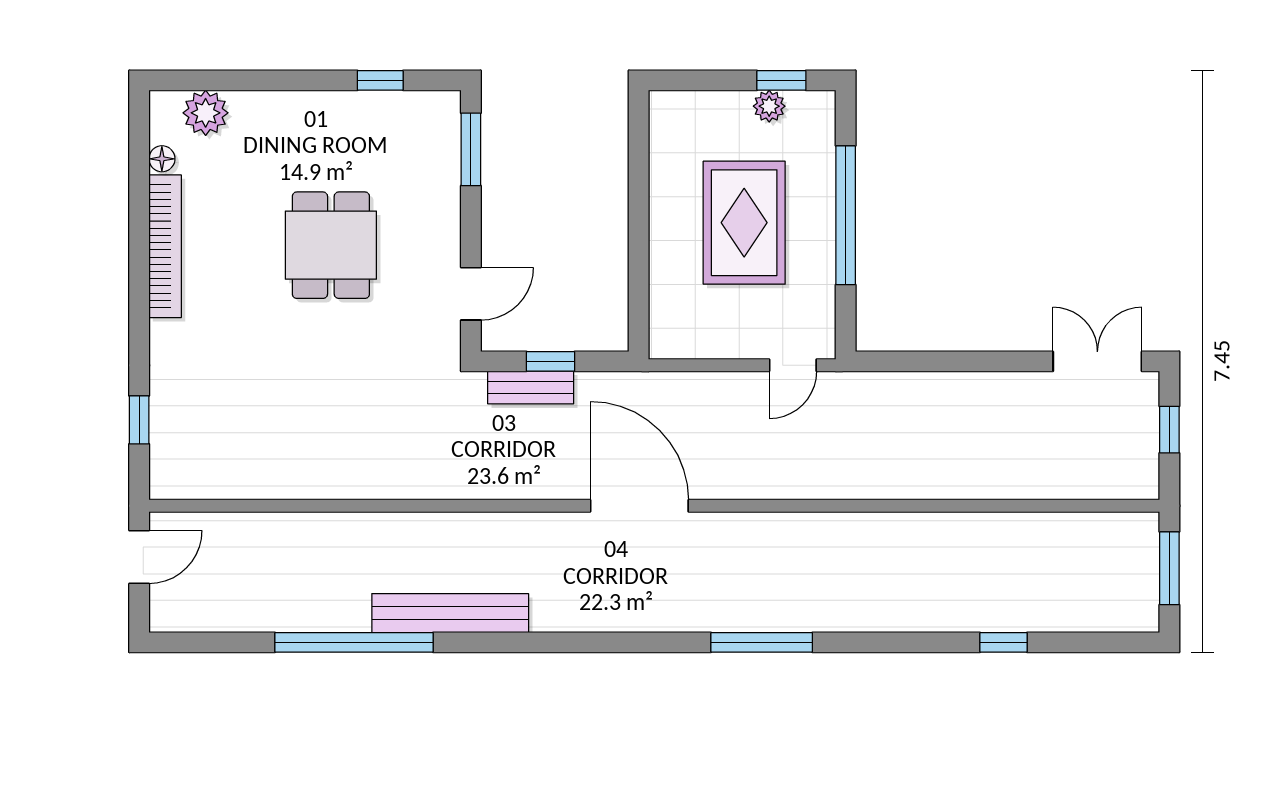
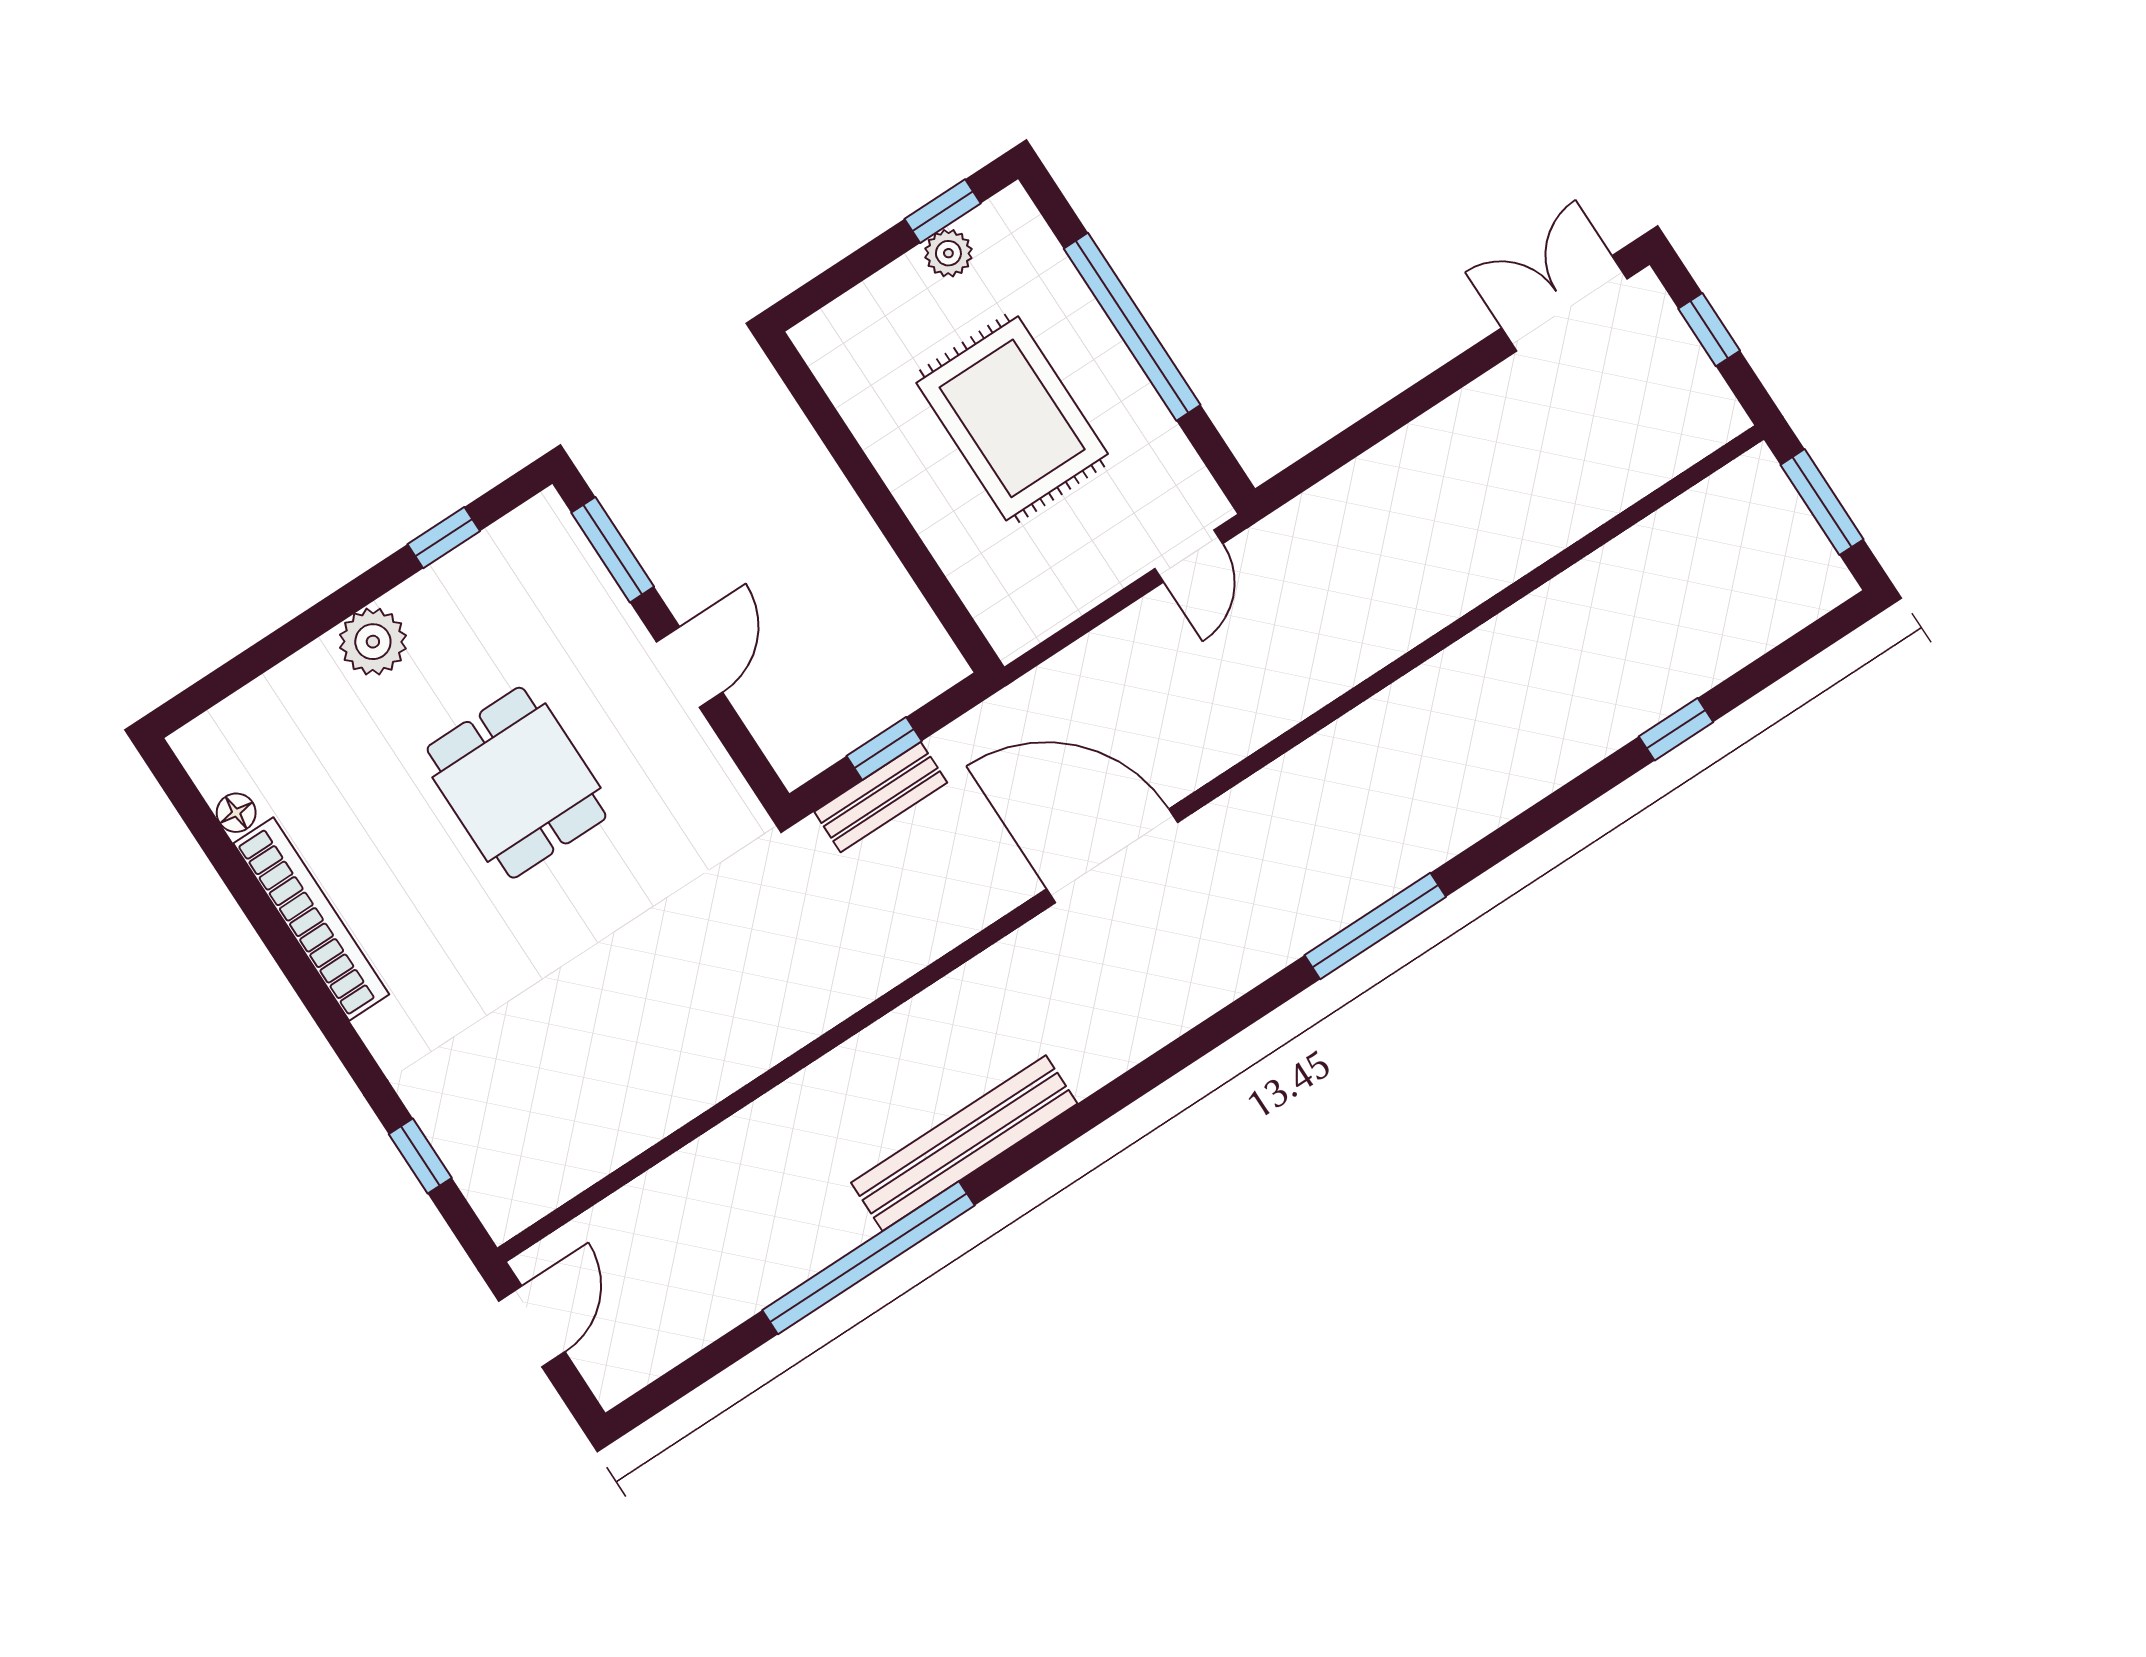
plant: (206, 113) -> (373, 642), moved
door: (471, 294) -> (689, 667), moved

